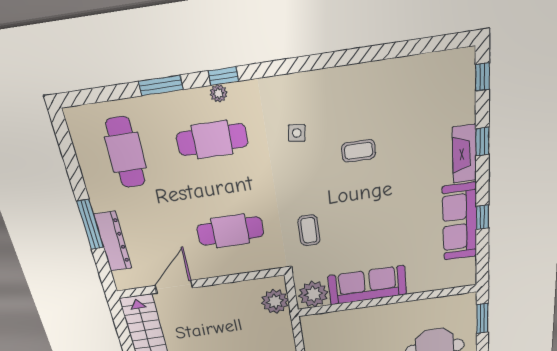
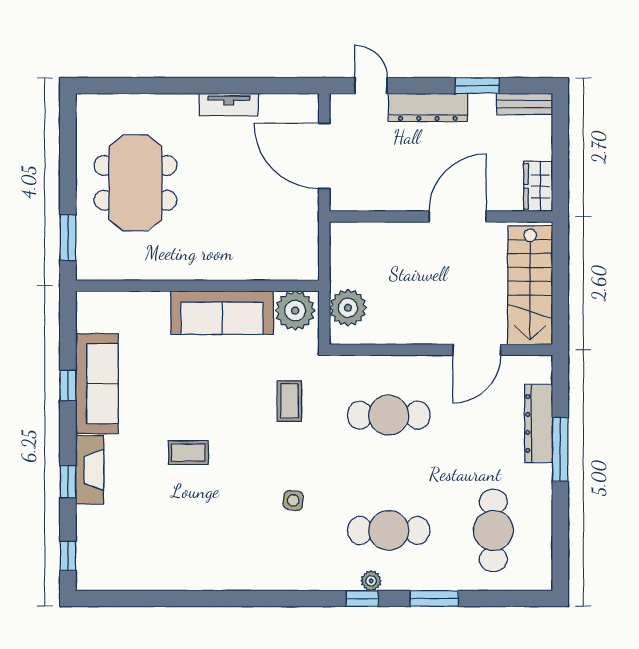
side table: (297, 133) -> (293, 500), moved
coffee table: (359, 151) -> (188, 453), moved

